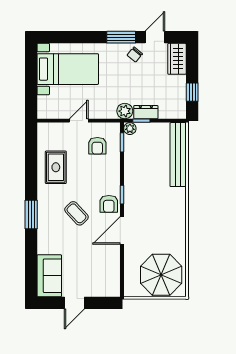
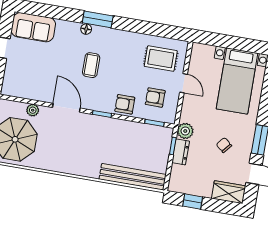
chair: (135, 54) -> (224, 145), moved
plant: (130, 129) -> (33, 110), moved
rug: (56, 167) -> (161, 59), moved
armchair: (109, 204) -> (125, 104), moved
coffee table: (76, 213) -> (91, 65), turned -47
floor lamp: (42, 224) -> (86, 29), added

